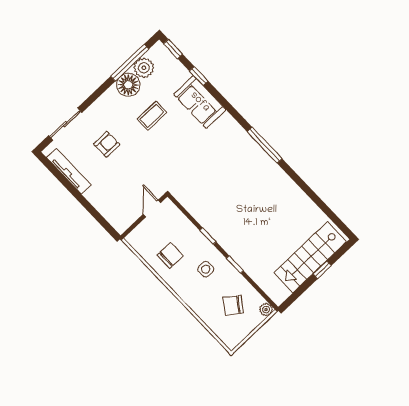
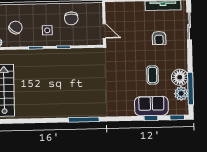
sofa: (200, 102) -> (151, 106), moved

